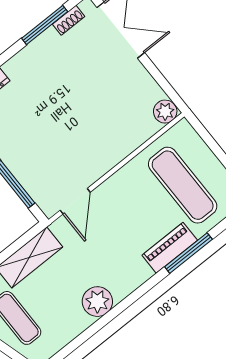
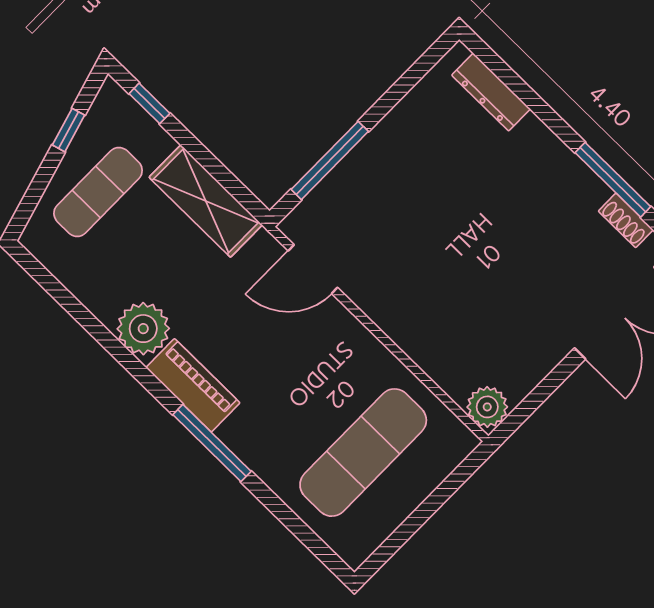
piano: (170, 248) -> (193, 385), moved
window: (188, 253) -> (212, 443), moved

